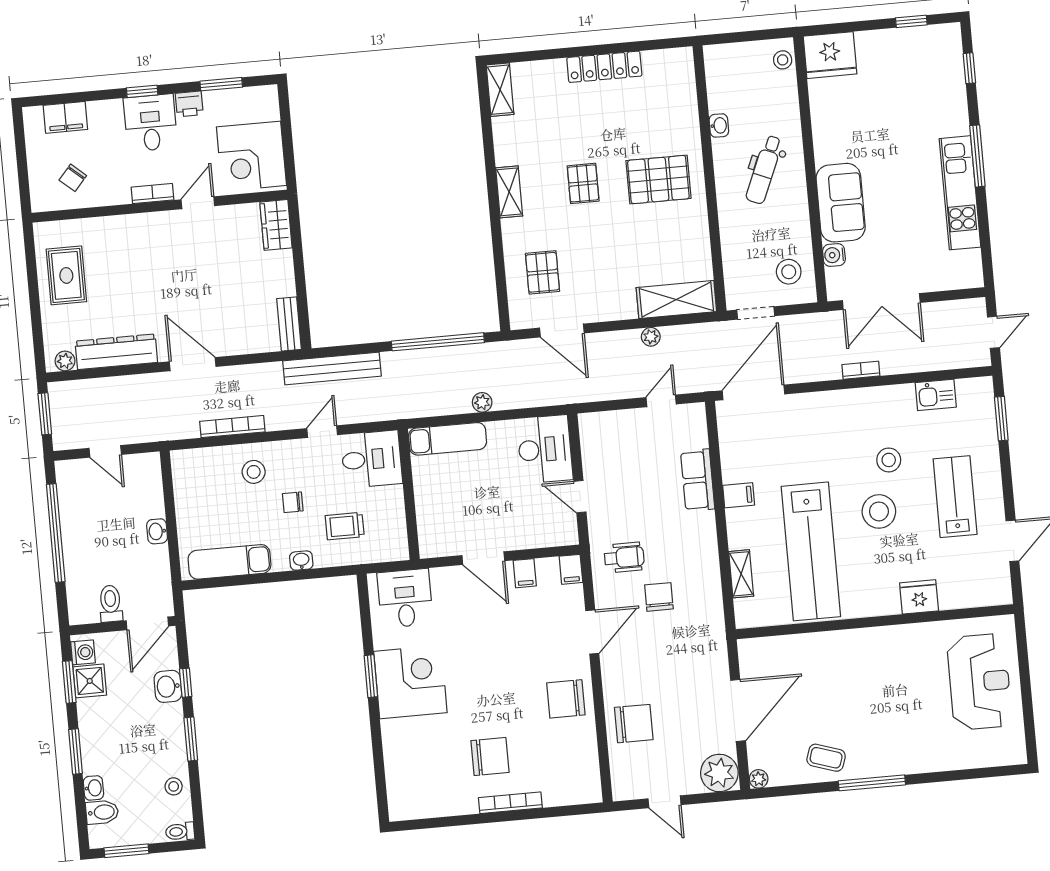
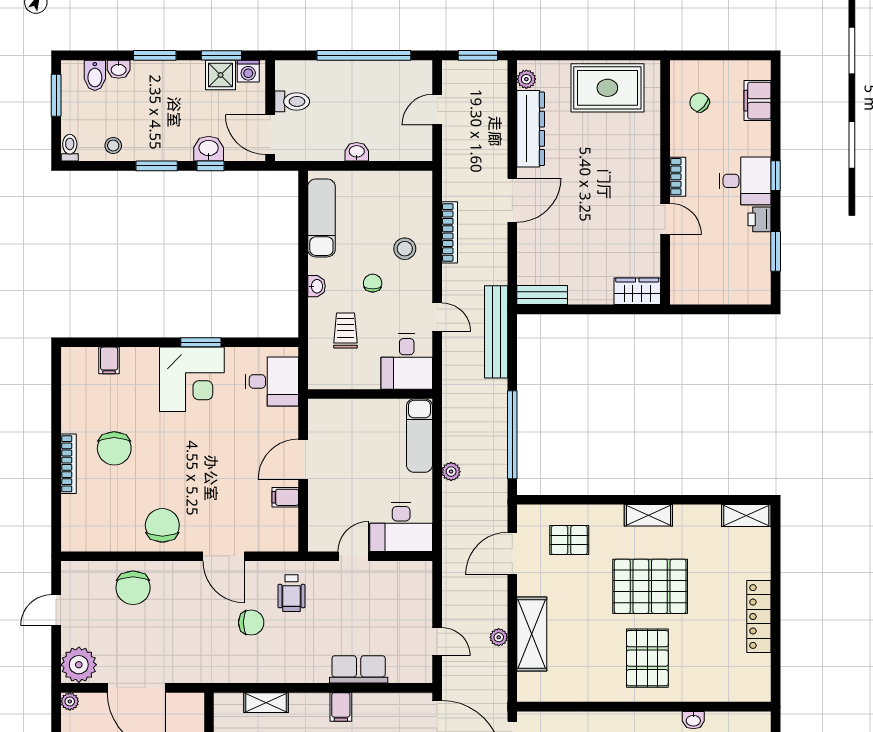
corner desk: (251, 156) -> (705, 274), removed
pallet: (583, 183) -> (650, 586), width x2.05, depth x2.00
rug: (66, 275) -> (607, 88), width x1.36, depth x1.43
shelving: (676, 300) -> (532, 634), moved
filing cabinet: (571, 569) -> (109, 360), moved, turned -90

